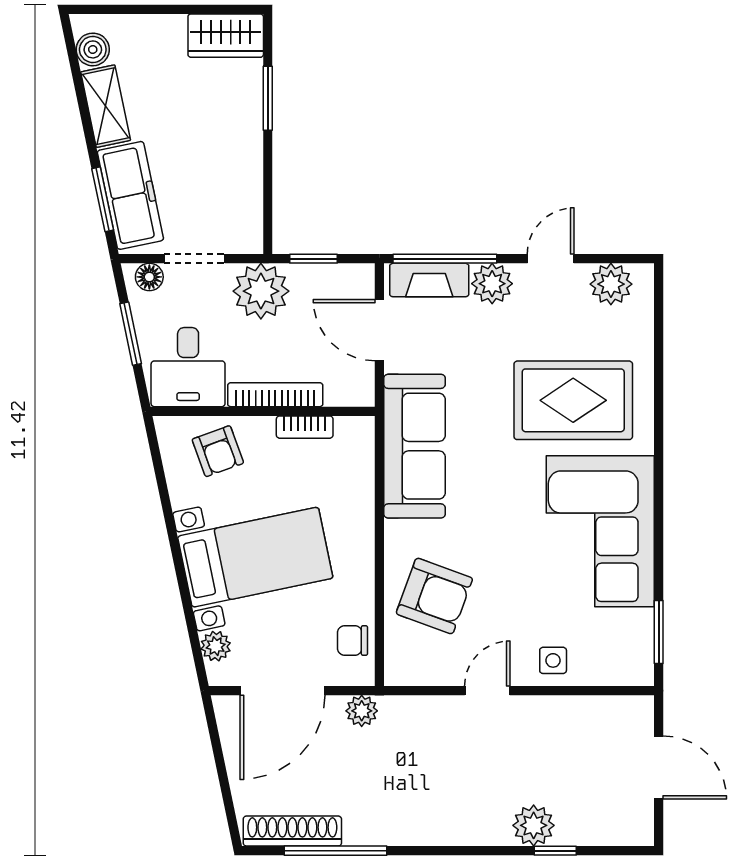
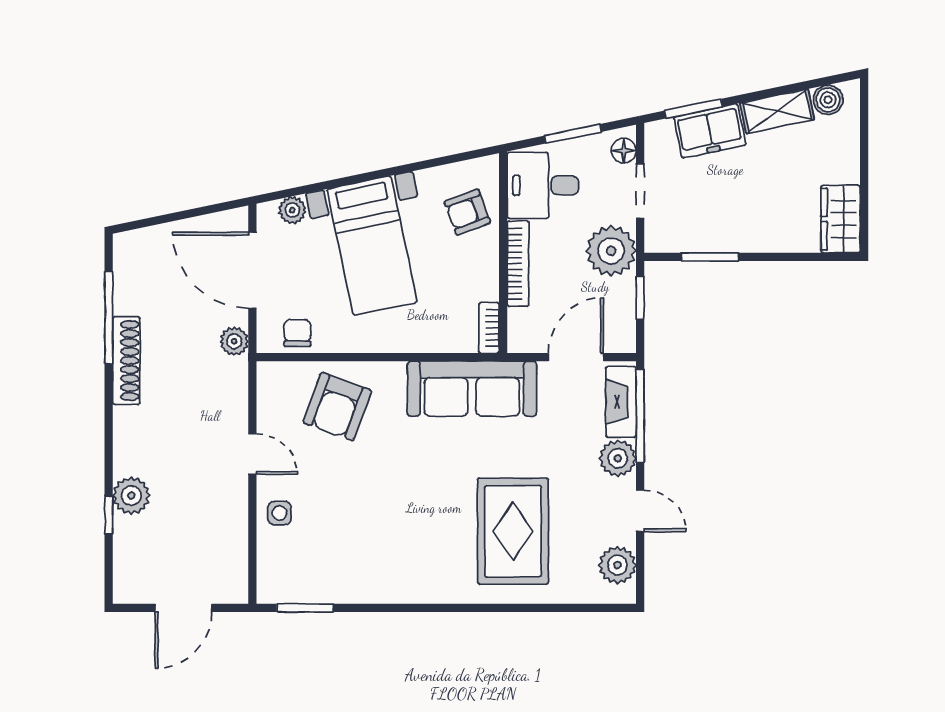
window: (268, 98) -> (710, 257), moved
freezer: (130, 195) -> (710, 131), width x0.71
bookcase: (305, 427) -> (489, 328), moved
corner sofa: (600, 531) -> (395, 555), removed
shoe rack: (292, 831) -> (126, 361), moved

